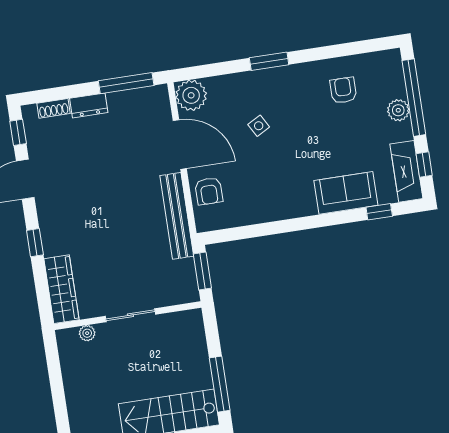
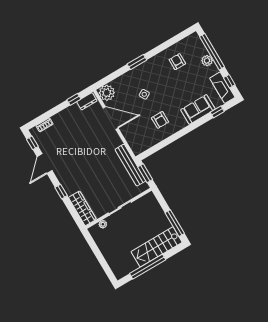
window: (126, 83) -> (74, 99), width x0.46
dresser: (89, 105) -> (87, 101), moved
armchair: (209, 191) -> (160, 120), moved
bench: (177, 216) -> (130, 165), moved

